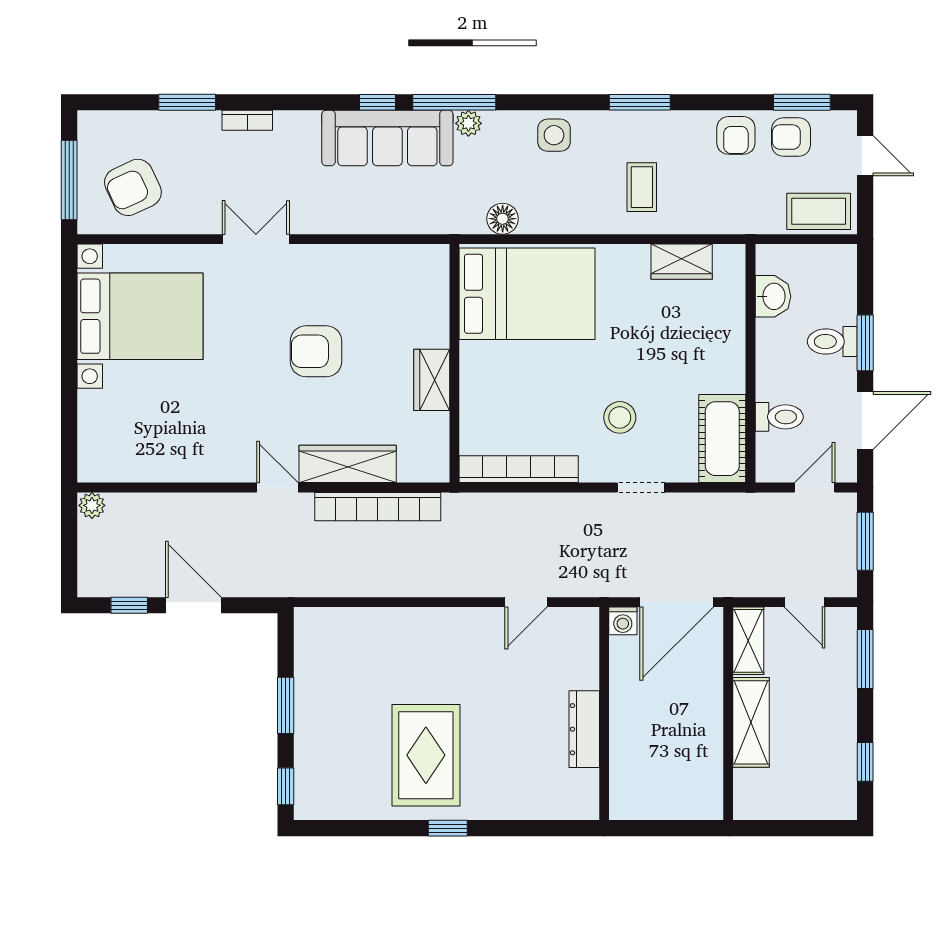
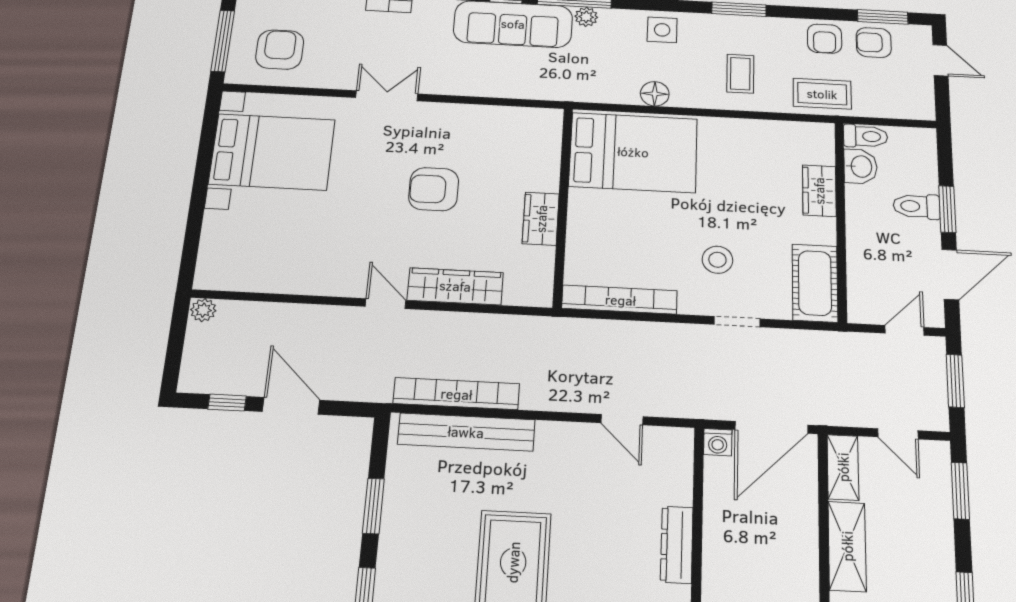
armchair: (133, 187) -> (280, 50), turned 115
coffee table: (819, 211) -> (822, 94), moved
floor lamp: (503, 219) -> (655, 94), moved
wardrobe: (682, 262) -> (819, 191), moved, turned 90
toilet: (779, 417) -> (865, 136), moved
bookcase: (378, 507) -> (456, 394), moved, turned 180
door: (526, 602) -> (622, 420), hinge flipped
bench: (371, 624) -> (466, 432), added

